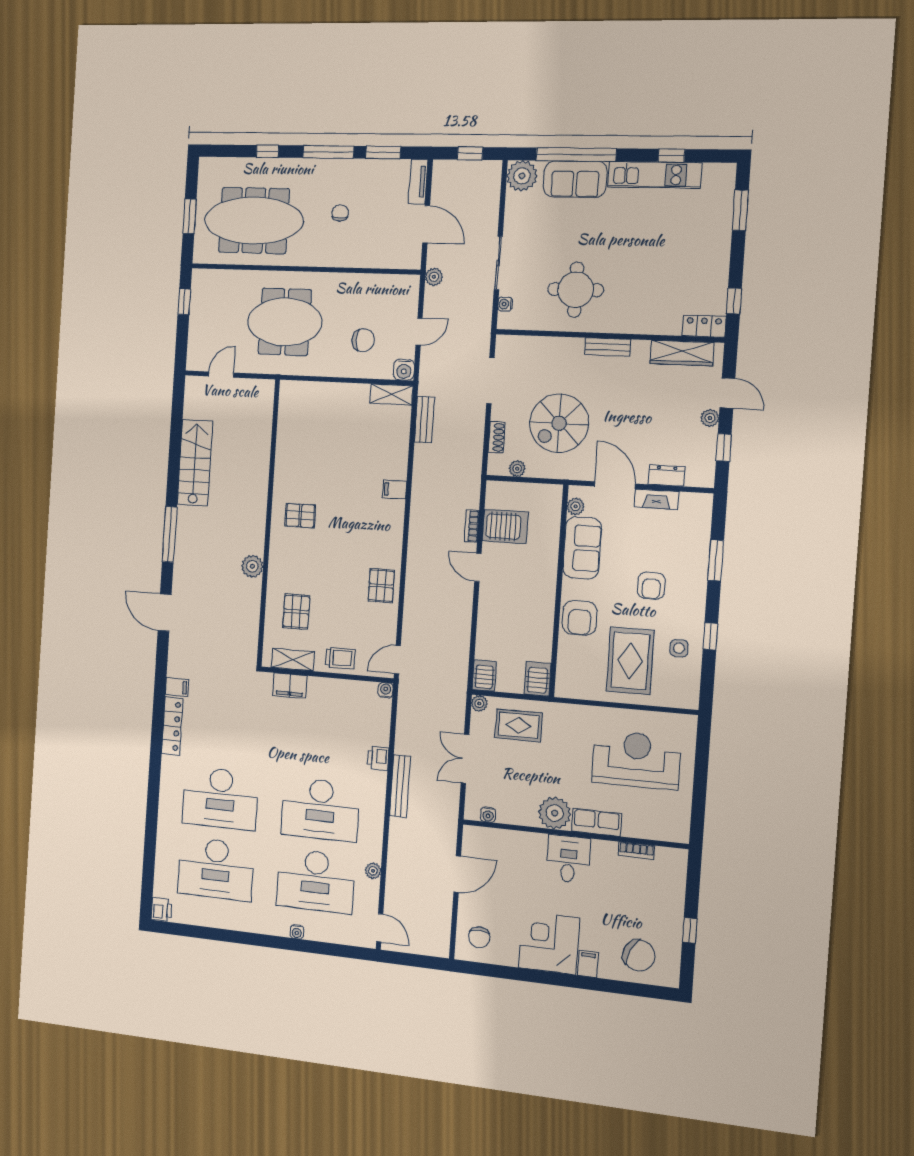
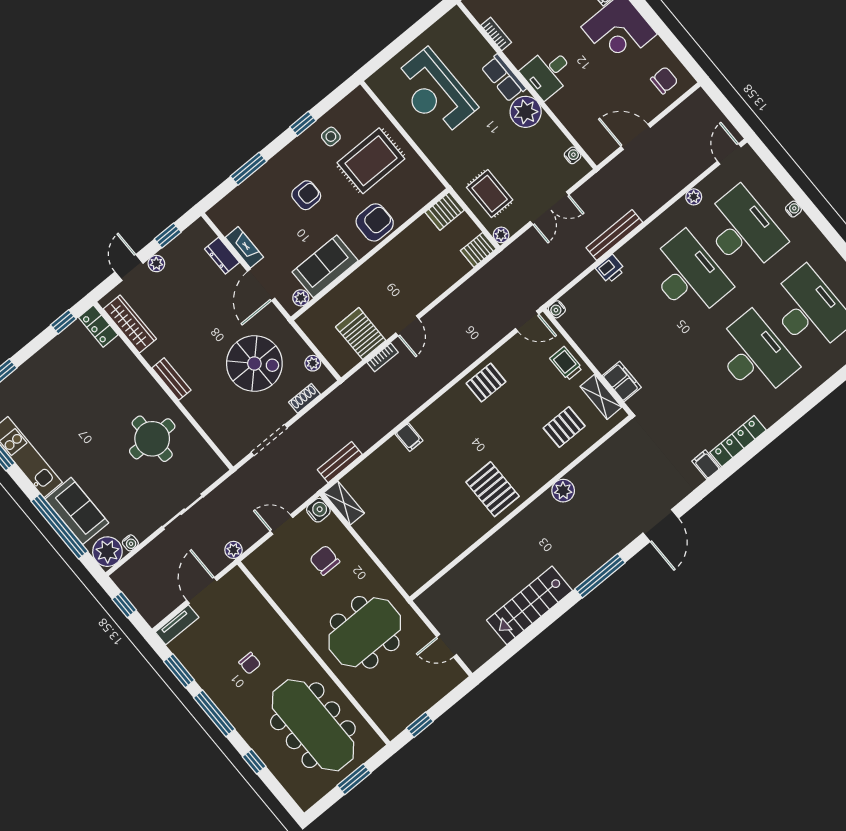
chair: (340, 213) -> (250, 663), turned -90
water cooler: (505, 304) -> (130, 543), moved
meeting table: (285, 322) -> (365, 632), turned 90
pallet: (300, 516) -> (493, 489), width x1.50, depth x1.42

